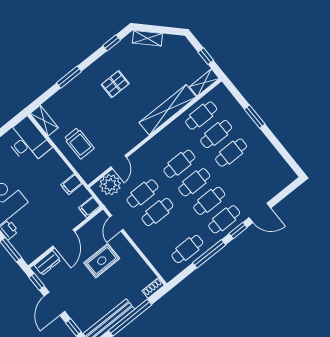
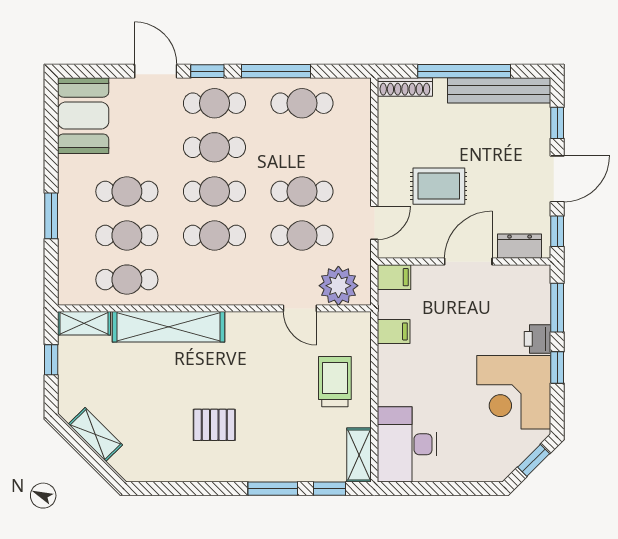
shelving: (147, 38) -> (95, 434), moved
window: (112, 43) -> (330, 489), moved
door: (119, 162) -> (300, 308), swing flipped
booth: (275, 170) -> (83, 116), added
shoe rack: (153, 288) -> (405, 87), width x1.43

